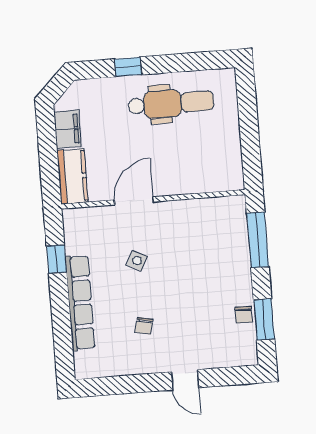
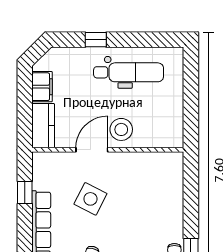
stool: (168, 173) -> (121, 129), added
window: (258, 240) -> (191, 190), removed
side table: (137, 261) -> (90, 199), width x1.87, depth x1.87

